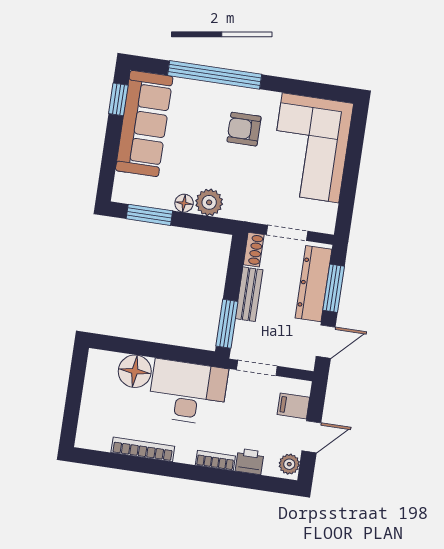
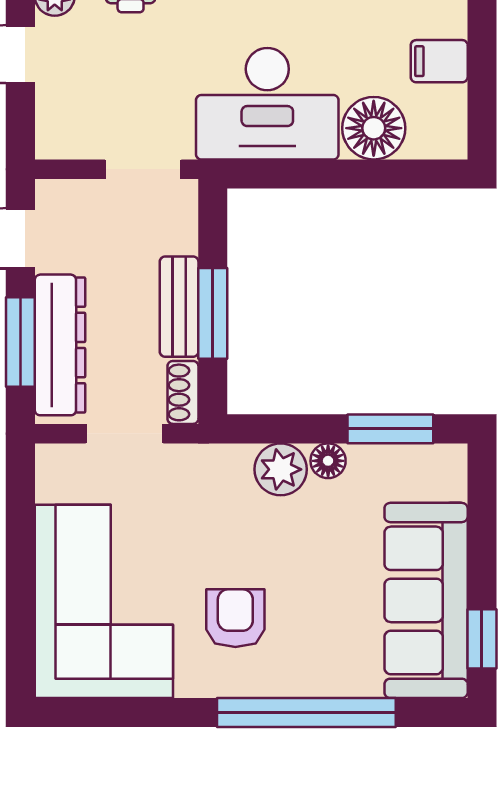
armchair: (244, 129) -> (235, 618), turned -90
window: (227, 324) -> (213, 313), moved
filing cabinet: (293, 406) -> (439, 61), moved, turned 180

